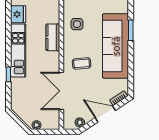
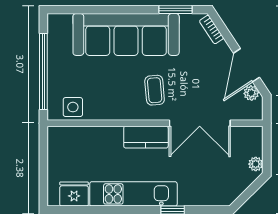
side table: (77, 24) -> (73, 107), moved
window: (131, 30) -> (176, 10), moved
kitchen counter: (53, 37) -> (146, 137), moved
door: (105, 114) -> (247, 65), moved

